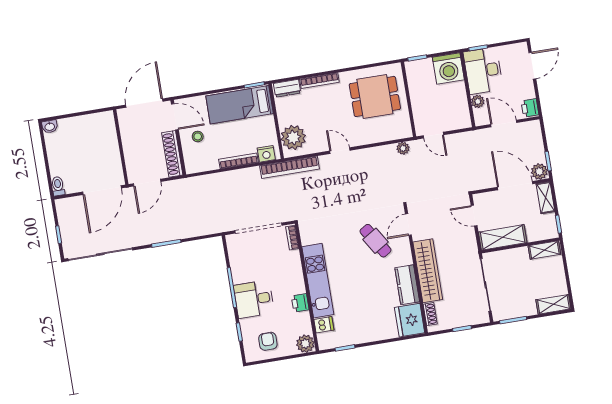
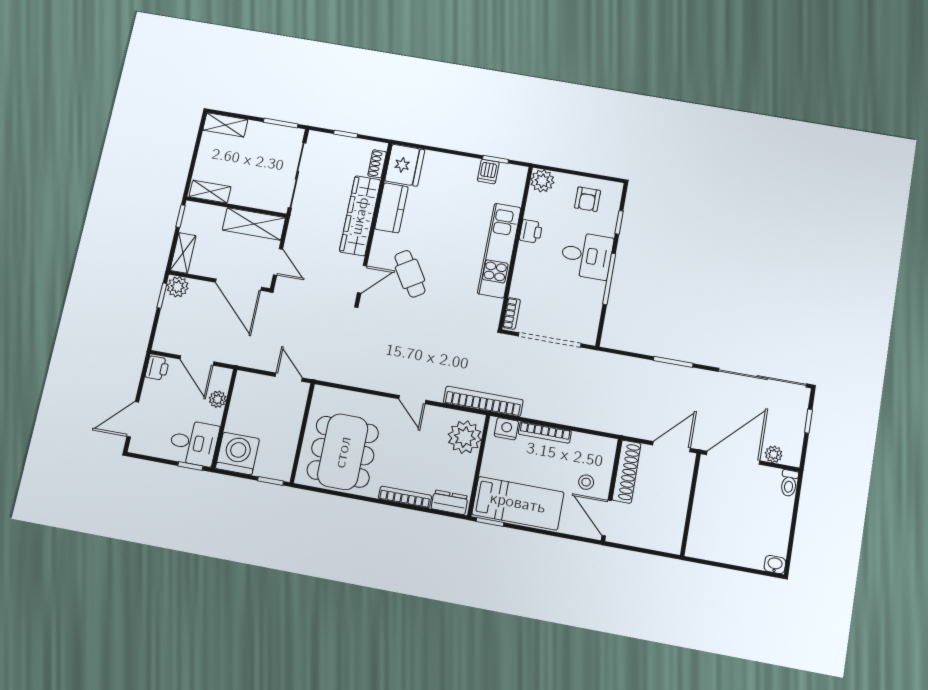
desk: (483, 71) -> (194, 443), width x0.73
dining table: (375, 96) -> (343, 452), width x1.37
door: (144, 103) -> (640, 550), removed
plant: (403, 148) -> (774, 454), moved
door: (515, 186) -> (238, 285), moved
dishwasher: (324, 325) -> (488, 172), moved, turned -90

